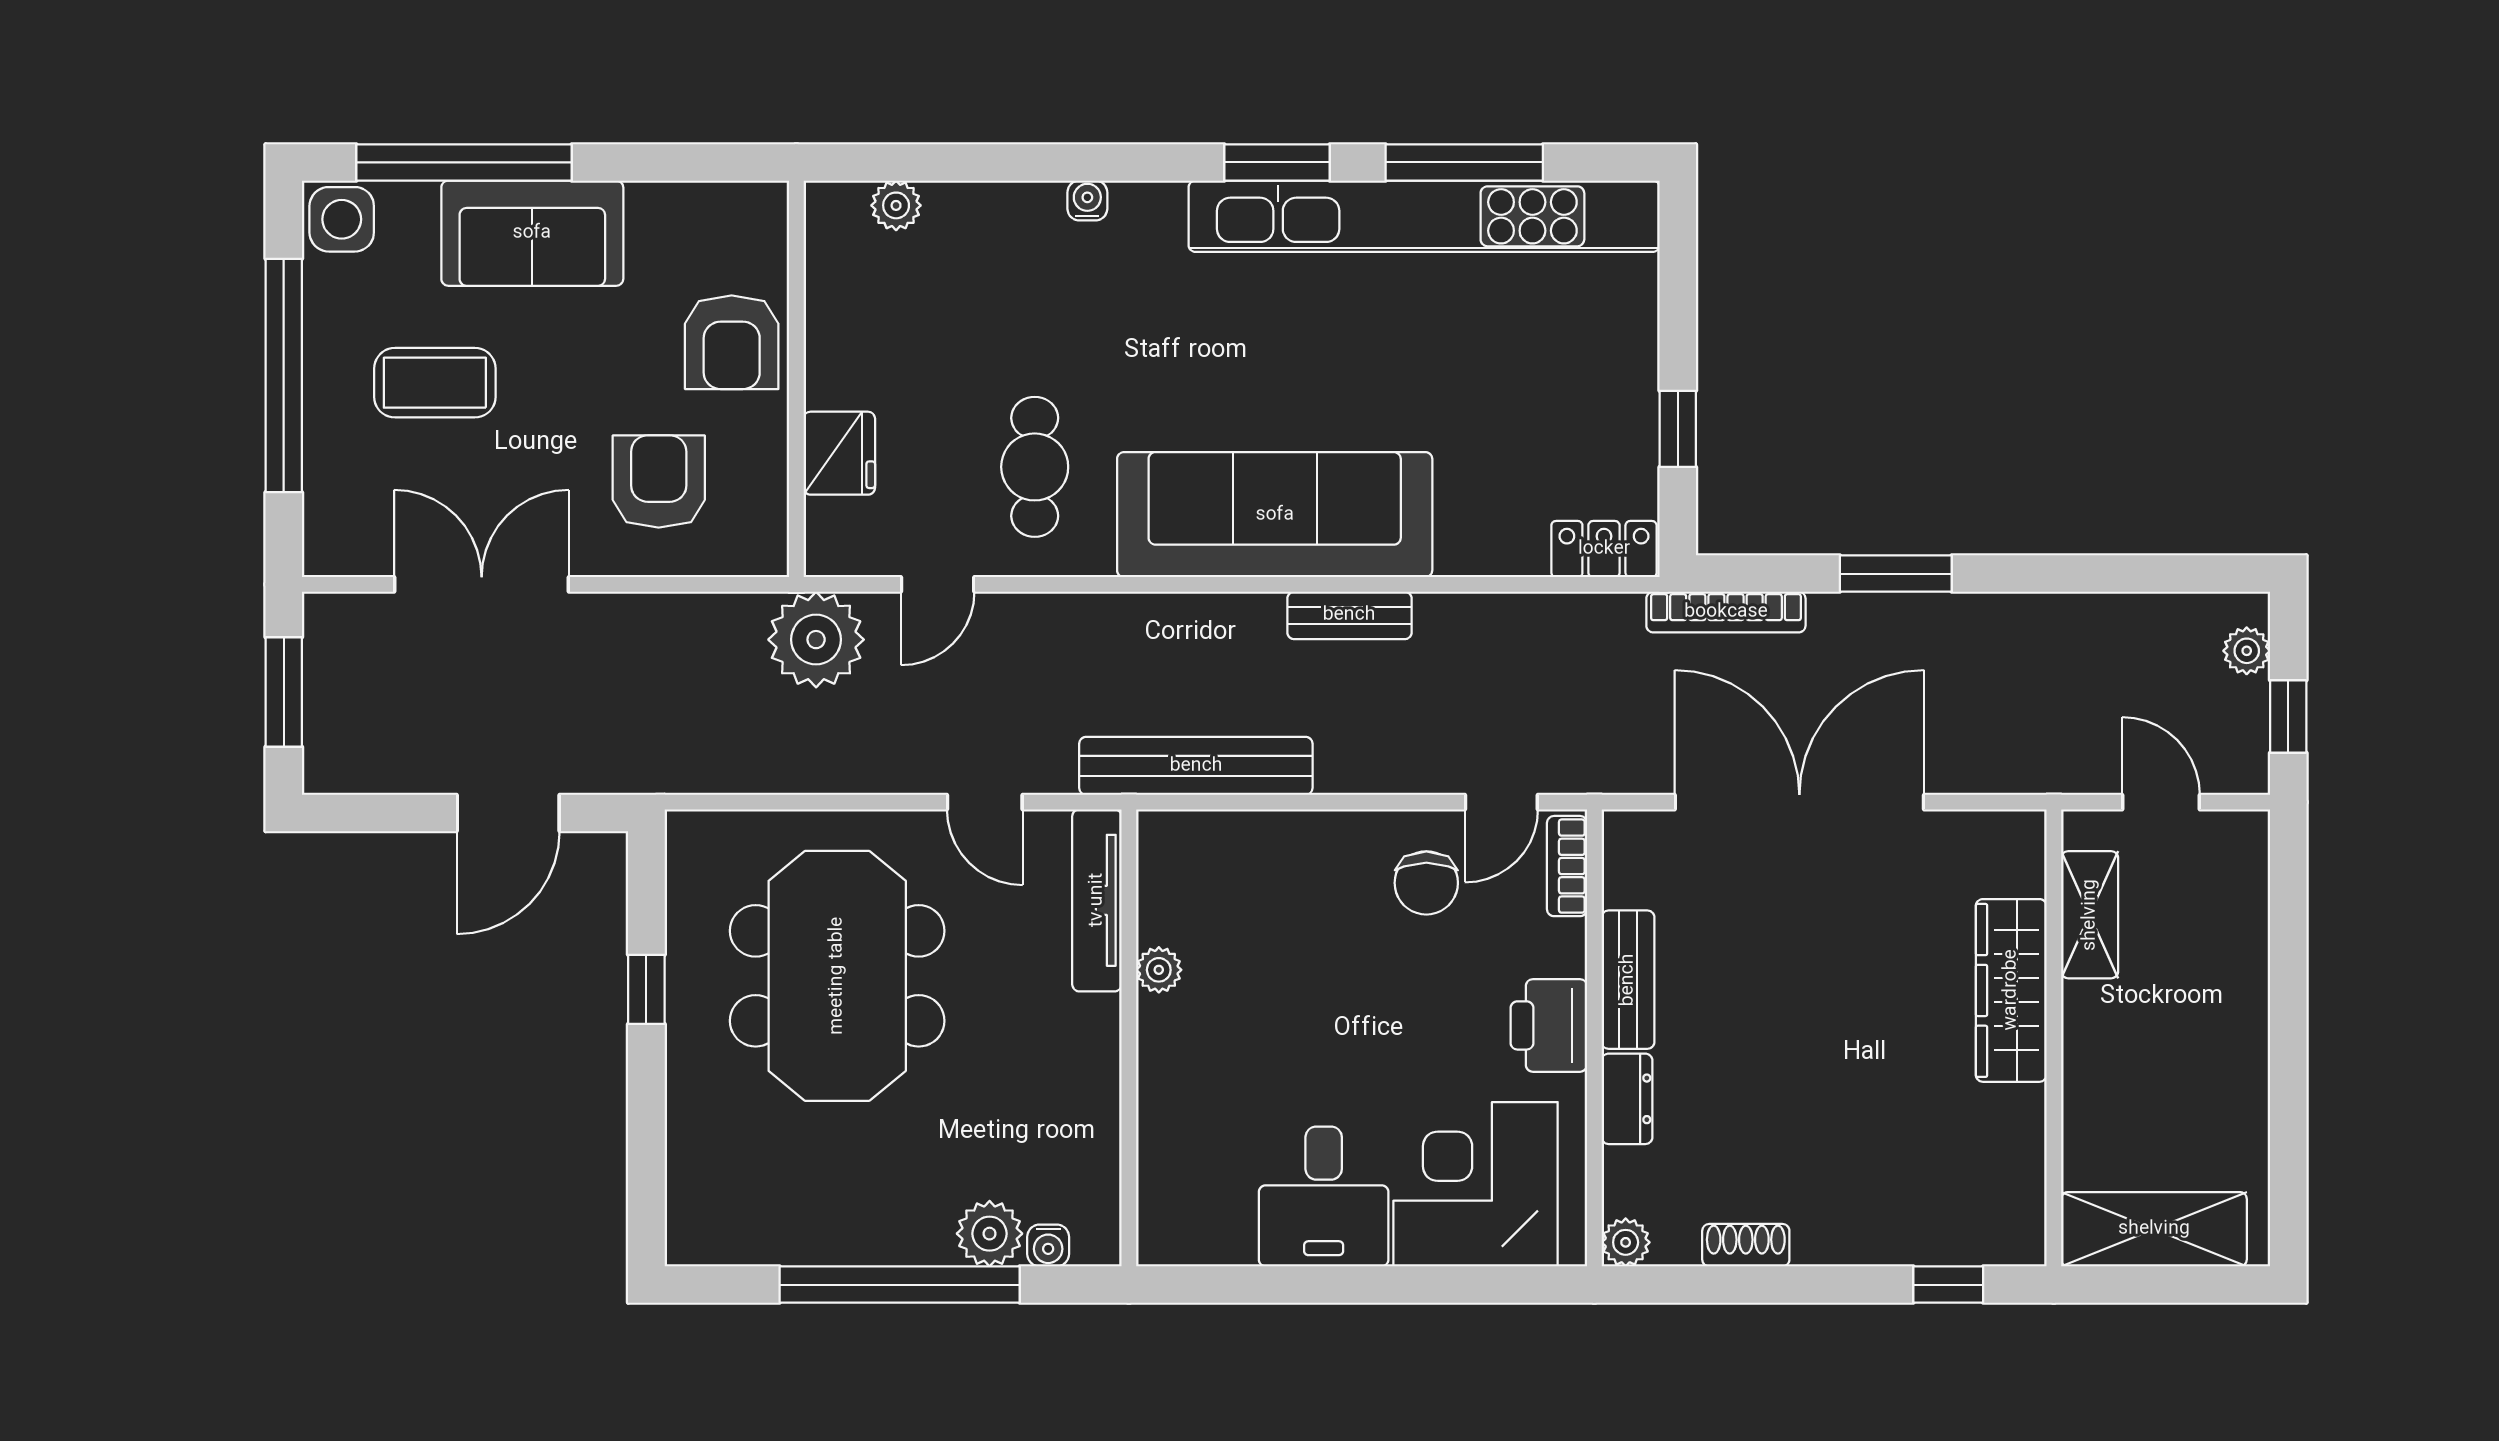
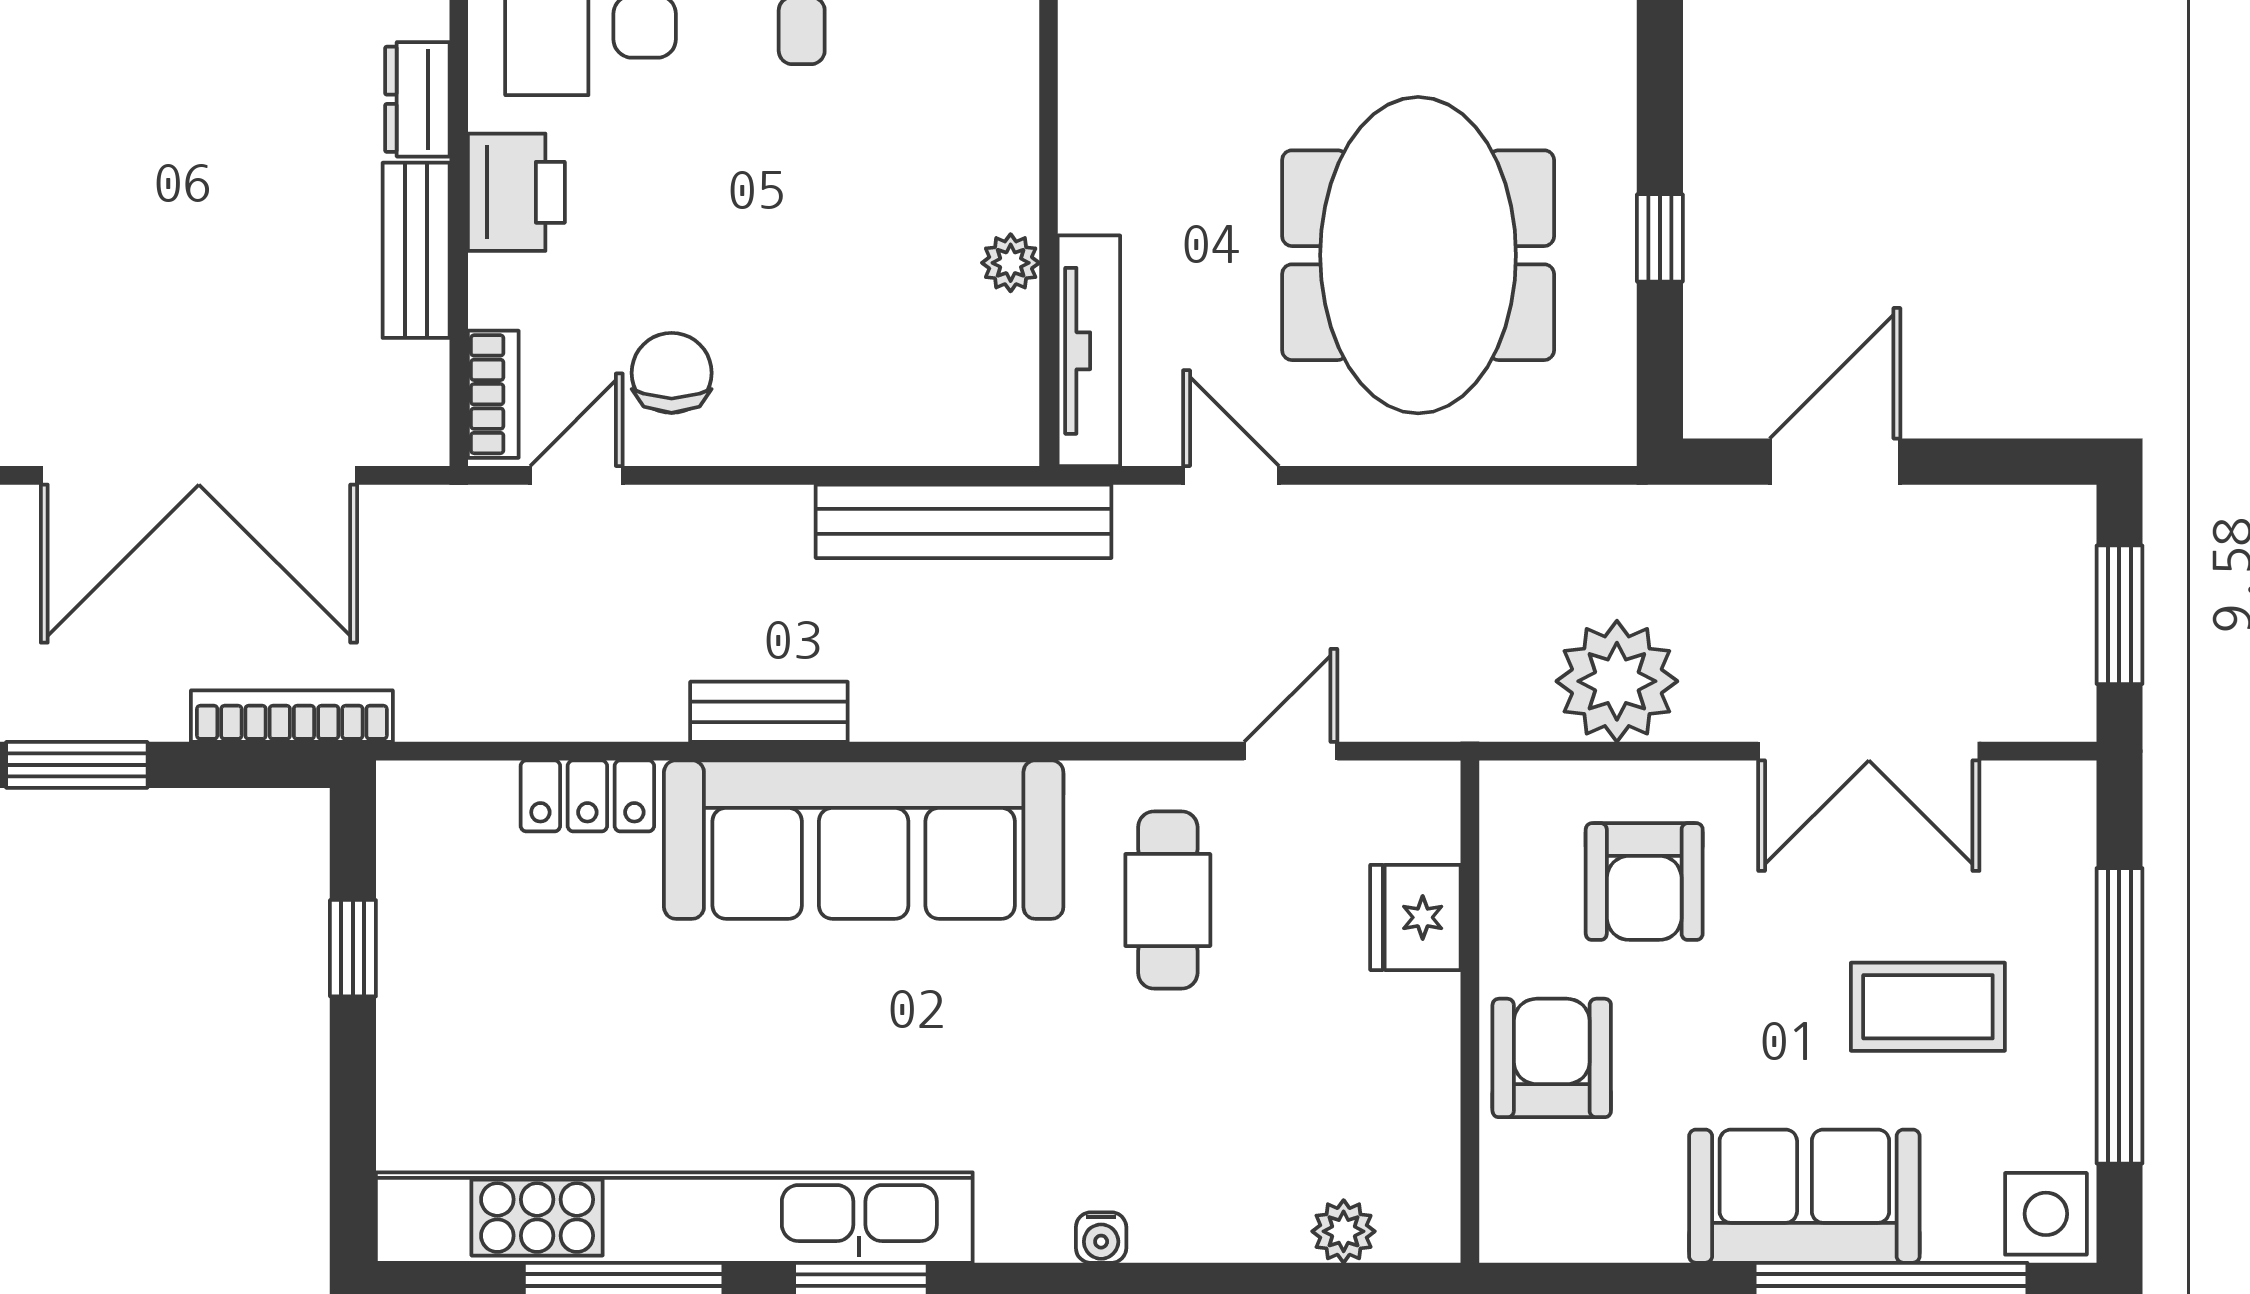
locker: (1604, 549) -> (587, 796), moved
plant: (816, 640) -> (1617, 681), moved

